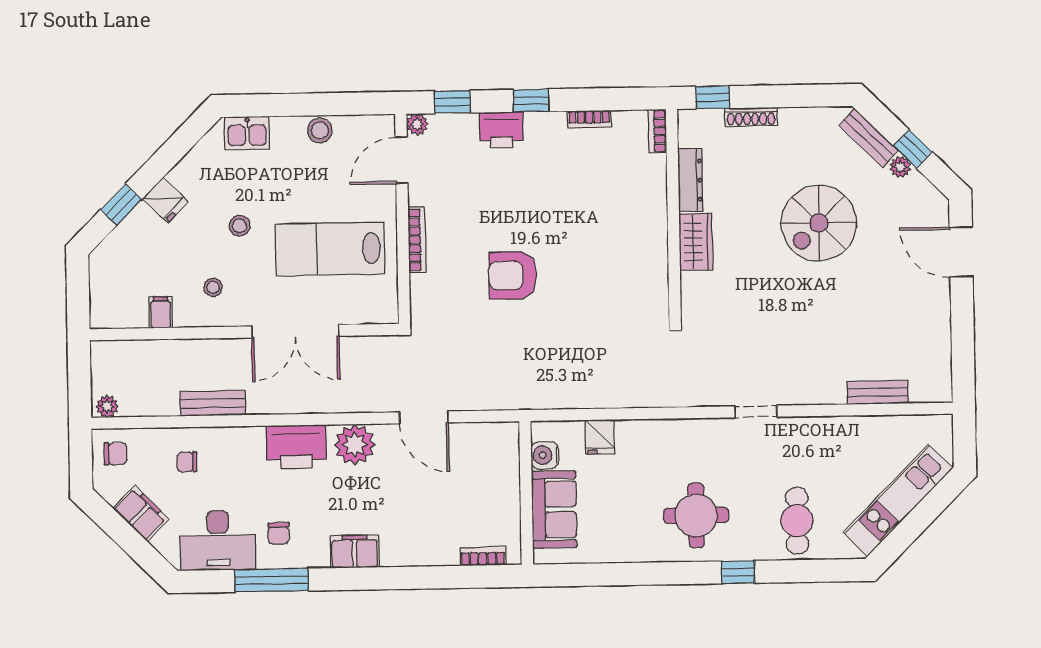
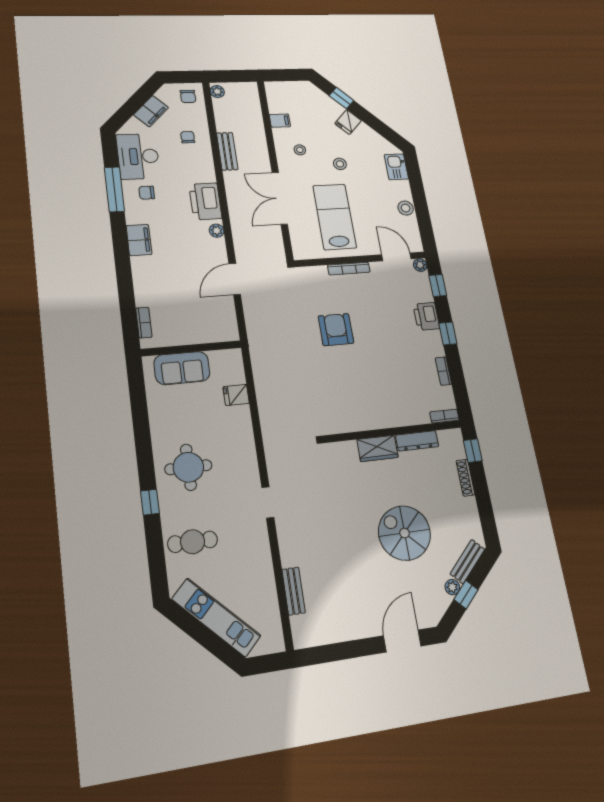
plant: (355, 445) -> (217, 231), width x0.53, depth x0.53
water cooler: (545, 455) -> (219, 359), removed

